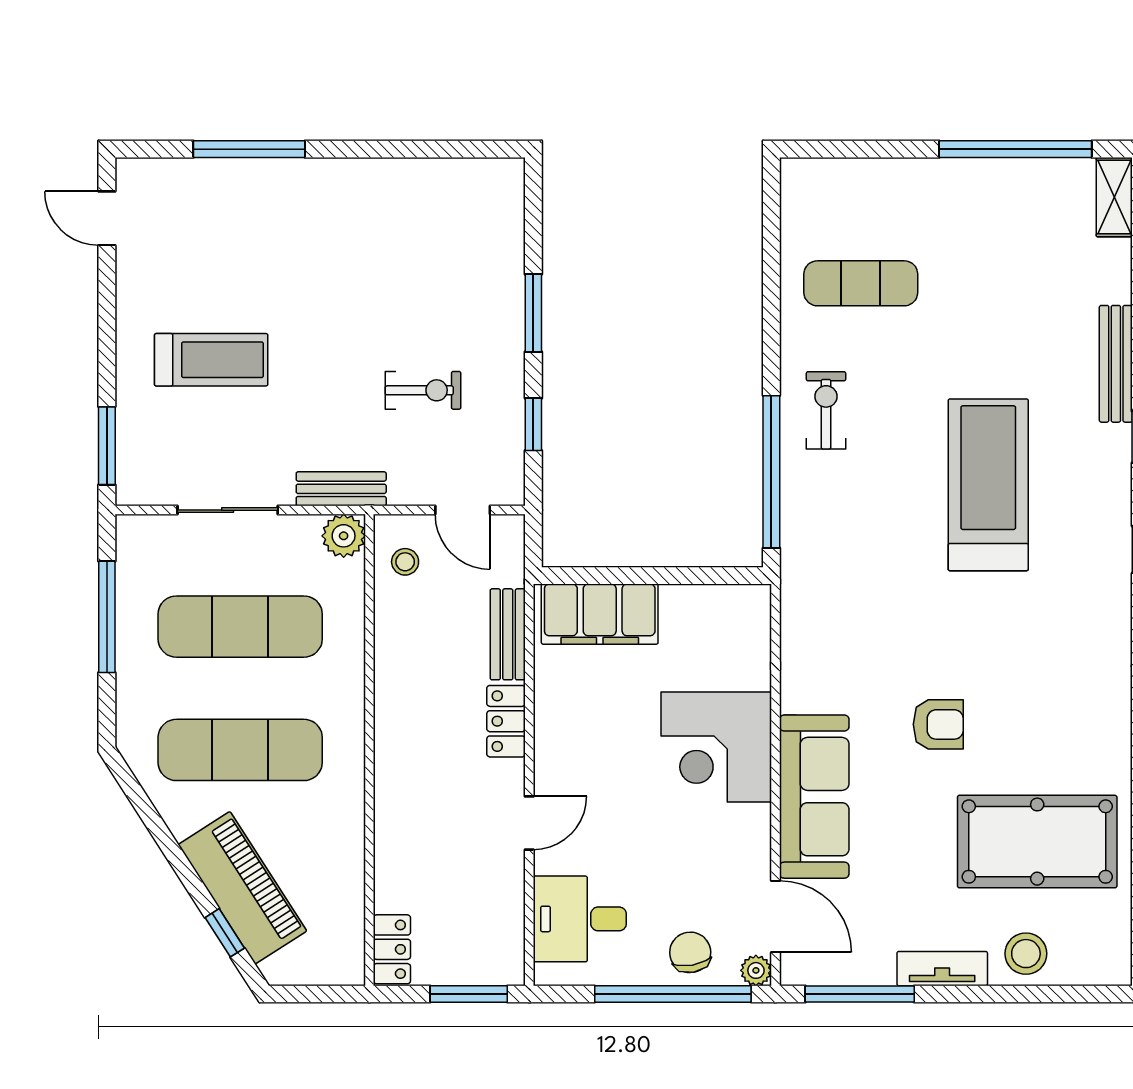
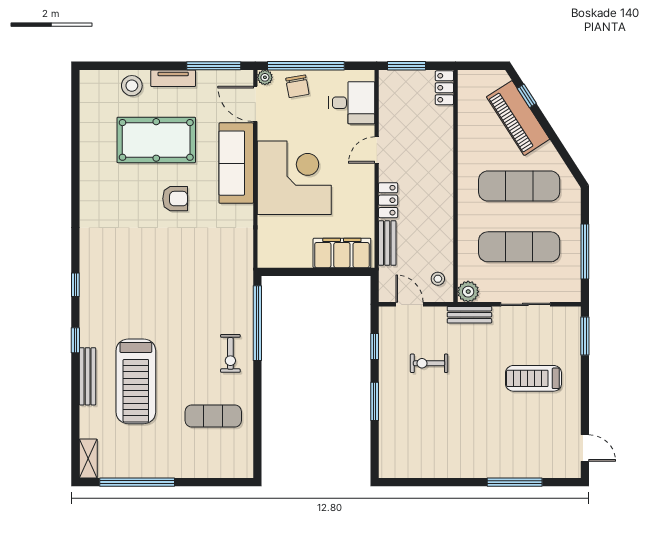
treadmill: (988, 485) -> (136, 381), moved
armchair: (938, 724) -> (175, 199), turned 180
corner desk: (716, 747) -> (294, 178), width x1.36, depth x1.36
pool table: (1037, 842) -> (156, 140), moved

